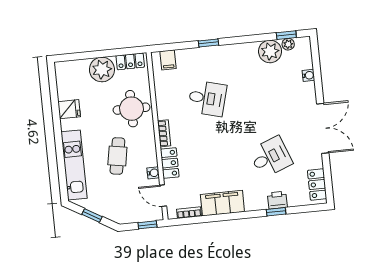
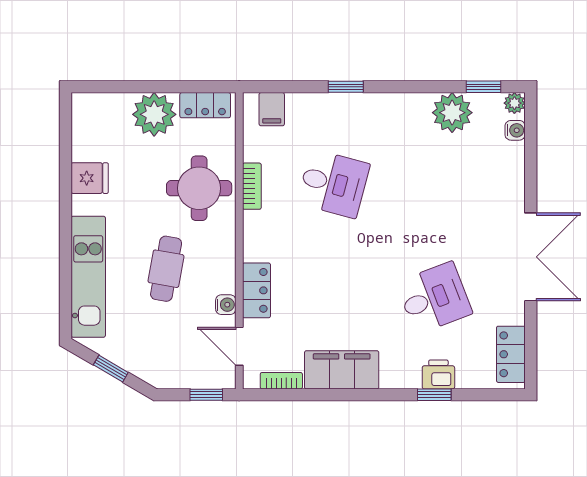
plant: (288, 44) -> (514, 103), moved
water cooler: (308, 75) -> (515, 130), moved
bookcase: (164, 133) -> (252, 186), moved

